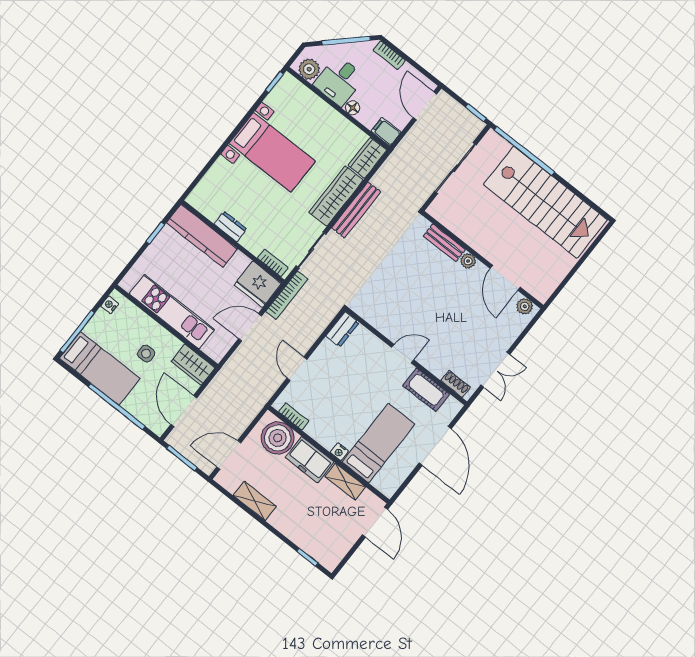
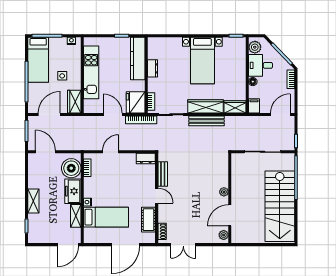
bench: (444, 243) -> (163, 174), moved
shelving: (255, 501) -> (33, 201), moved

